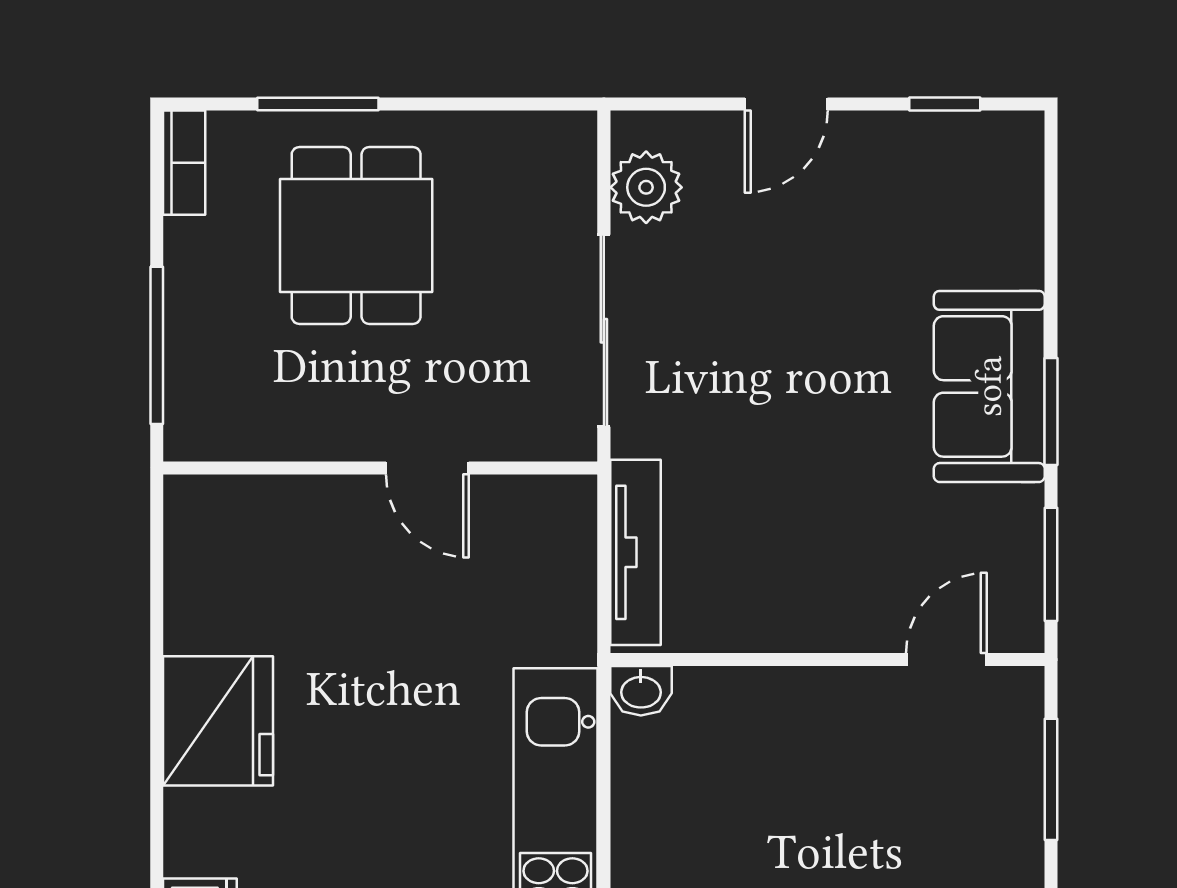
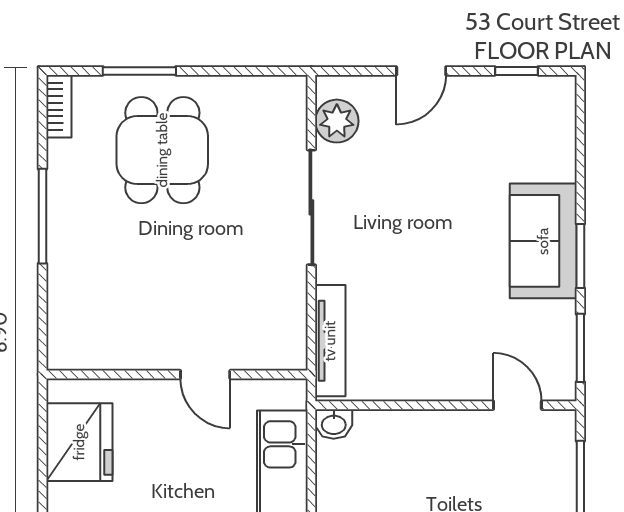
wall: (380, 468) -> (177, 374), moved
door: (427, 468) -> (205, 374), moved
door: (946, 660) -> (517, 405), hinge flipped

